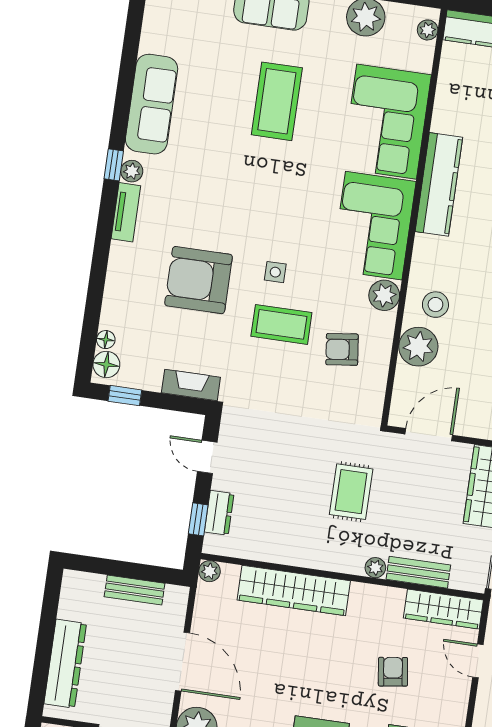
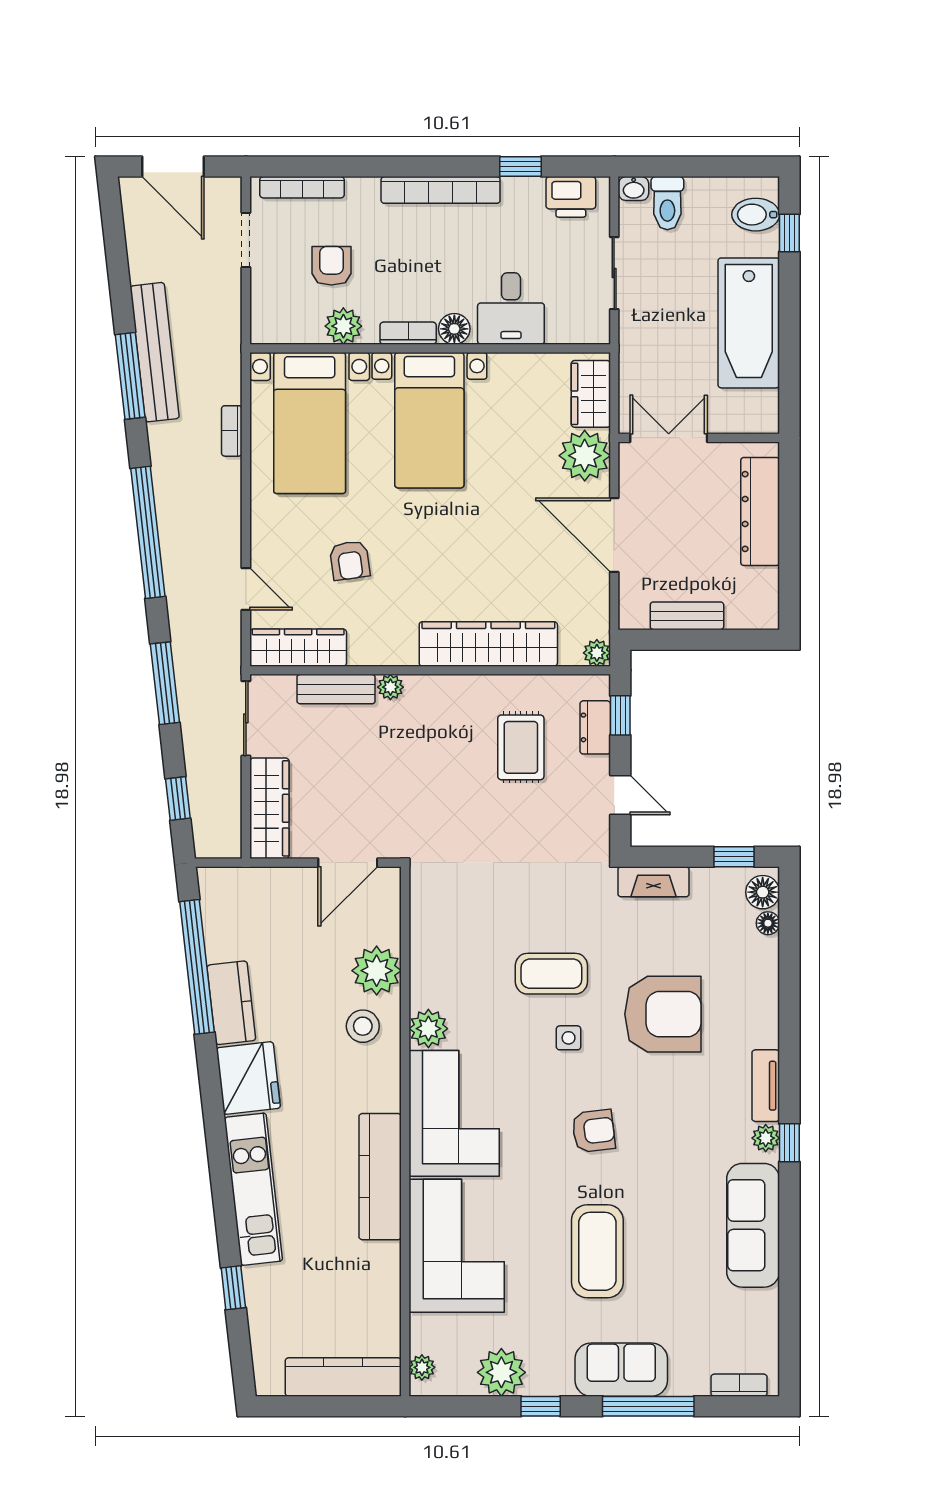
armchair: (342, 349) -> (594, 1131), moved
rug: (351, 492) -> (521, 747), moved

